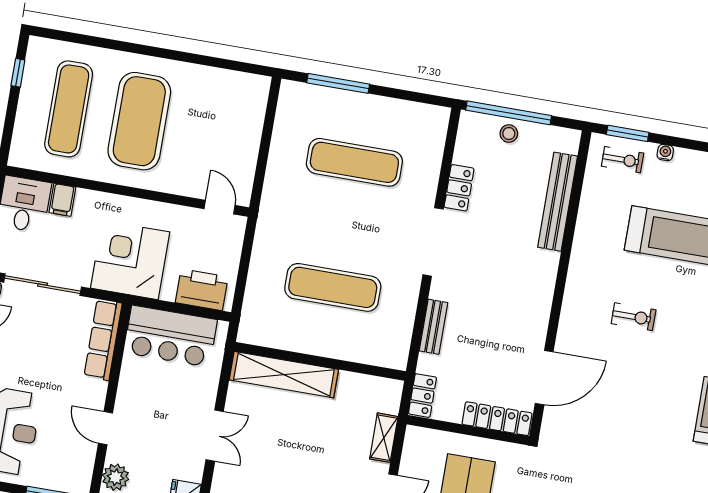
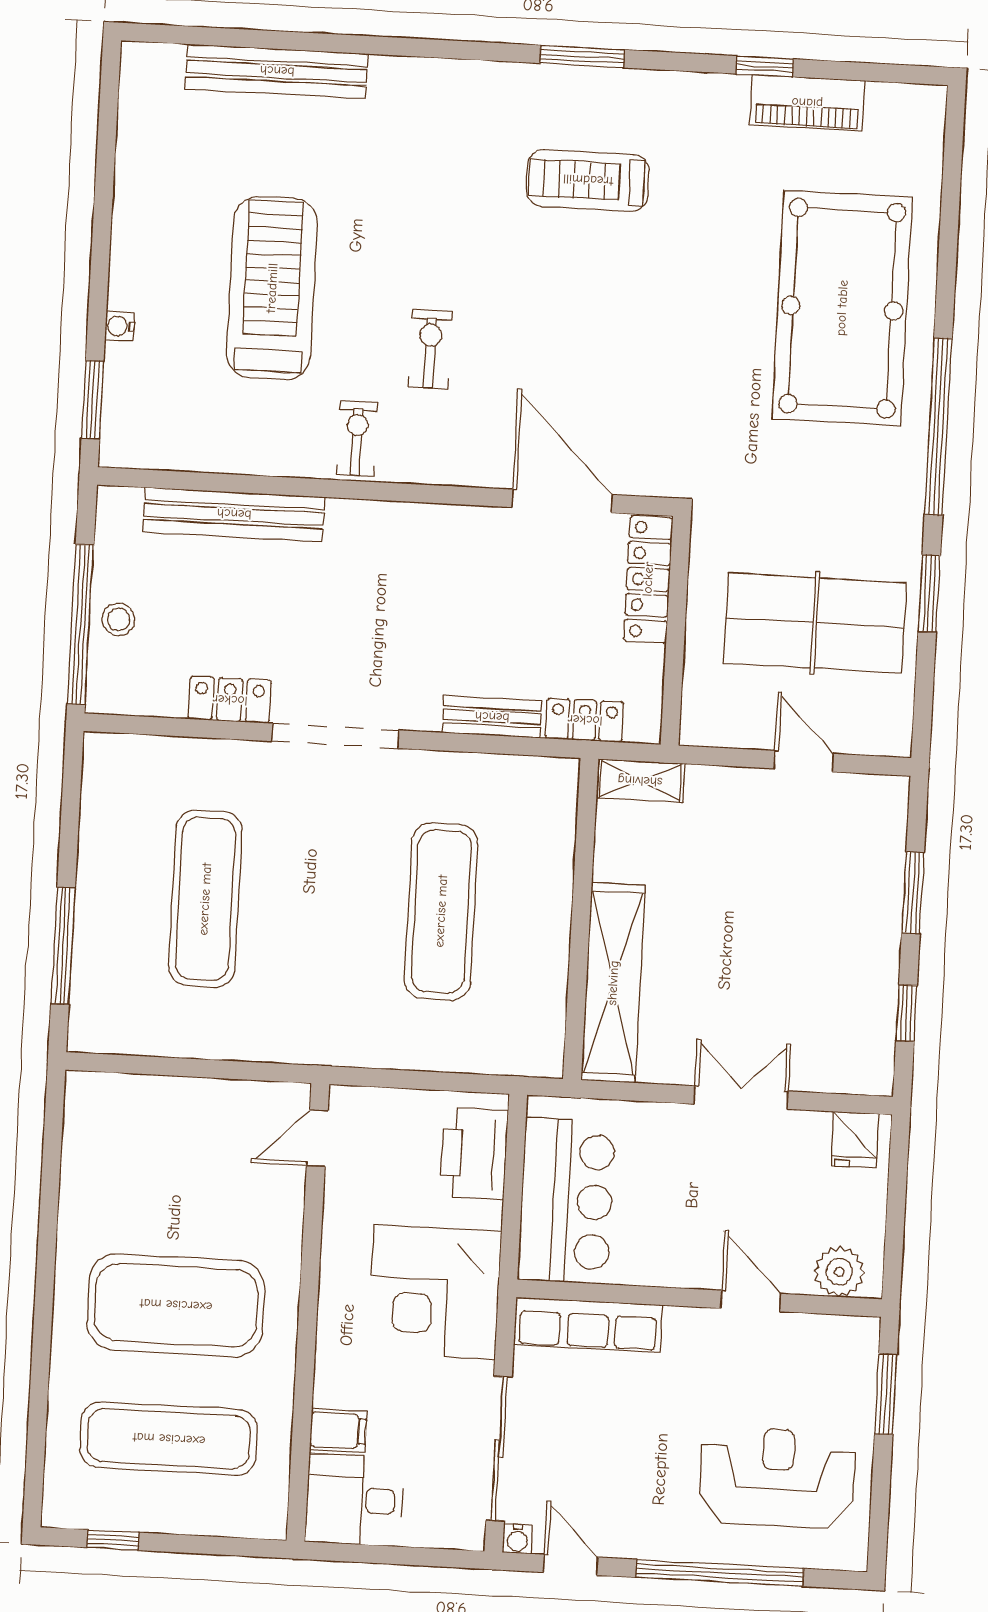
exercise bike: (623, 160) -> (357, 439), moved
locker: (422, 396) -> (585, 720), moved
door: (105, 428) -> (751, 1301), swing flipped
shelving: (384, 438) -> (640, 781), moved

